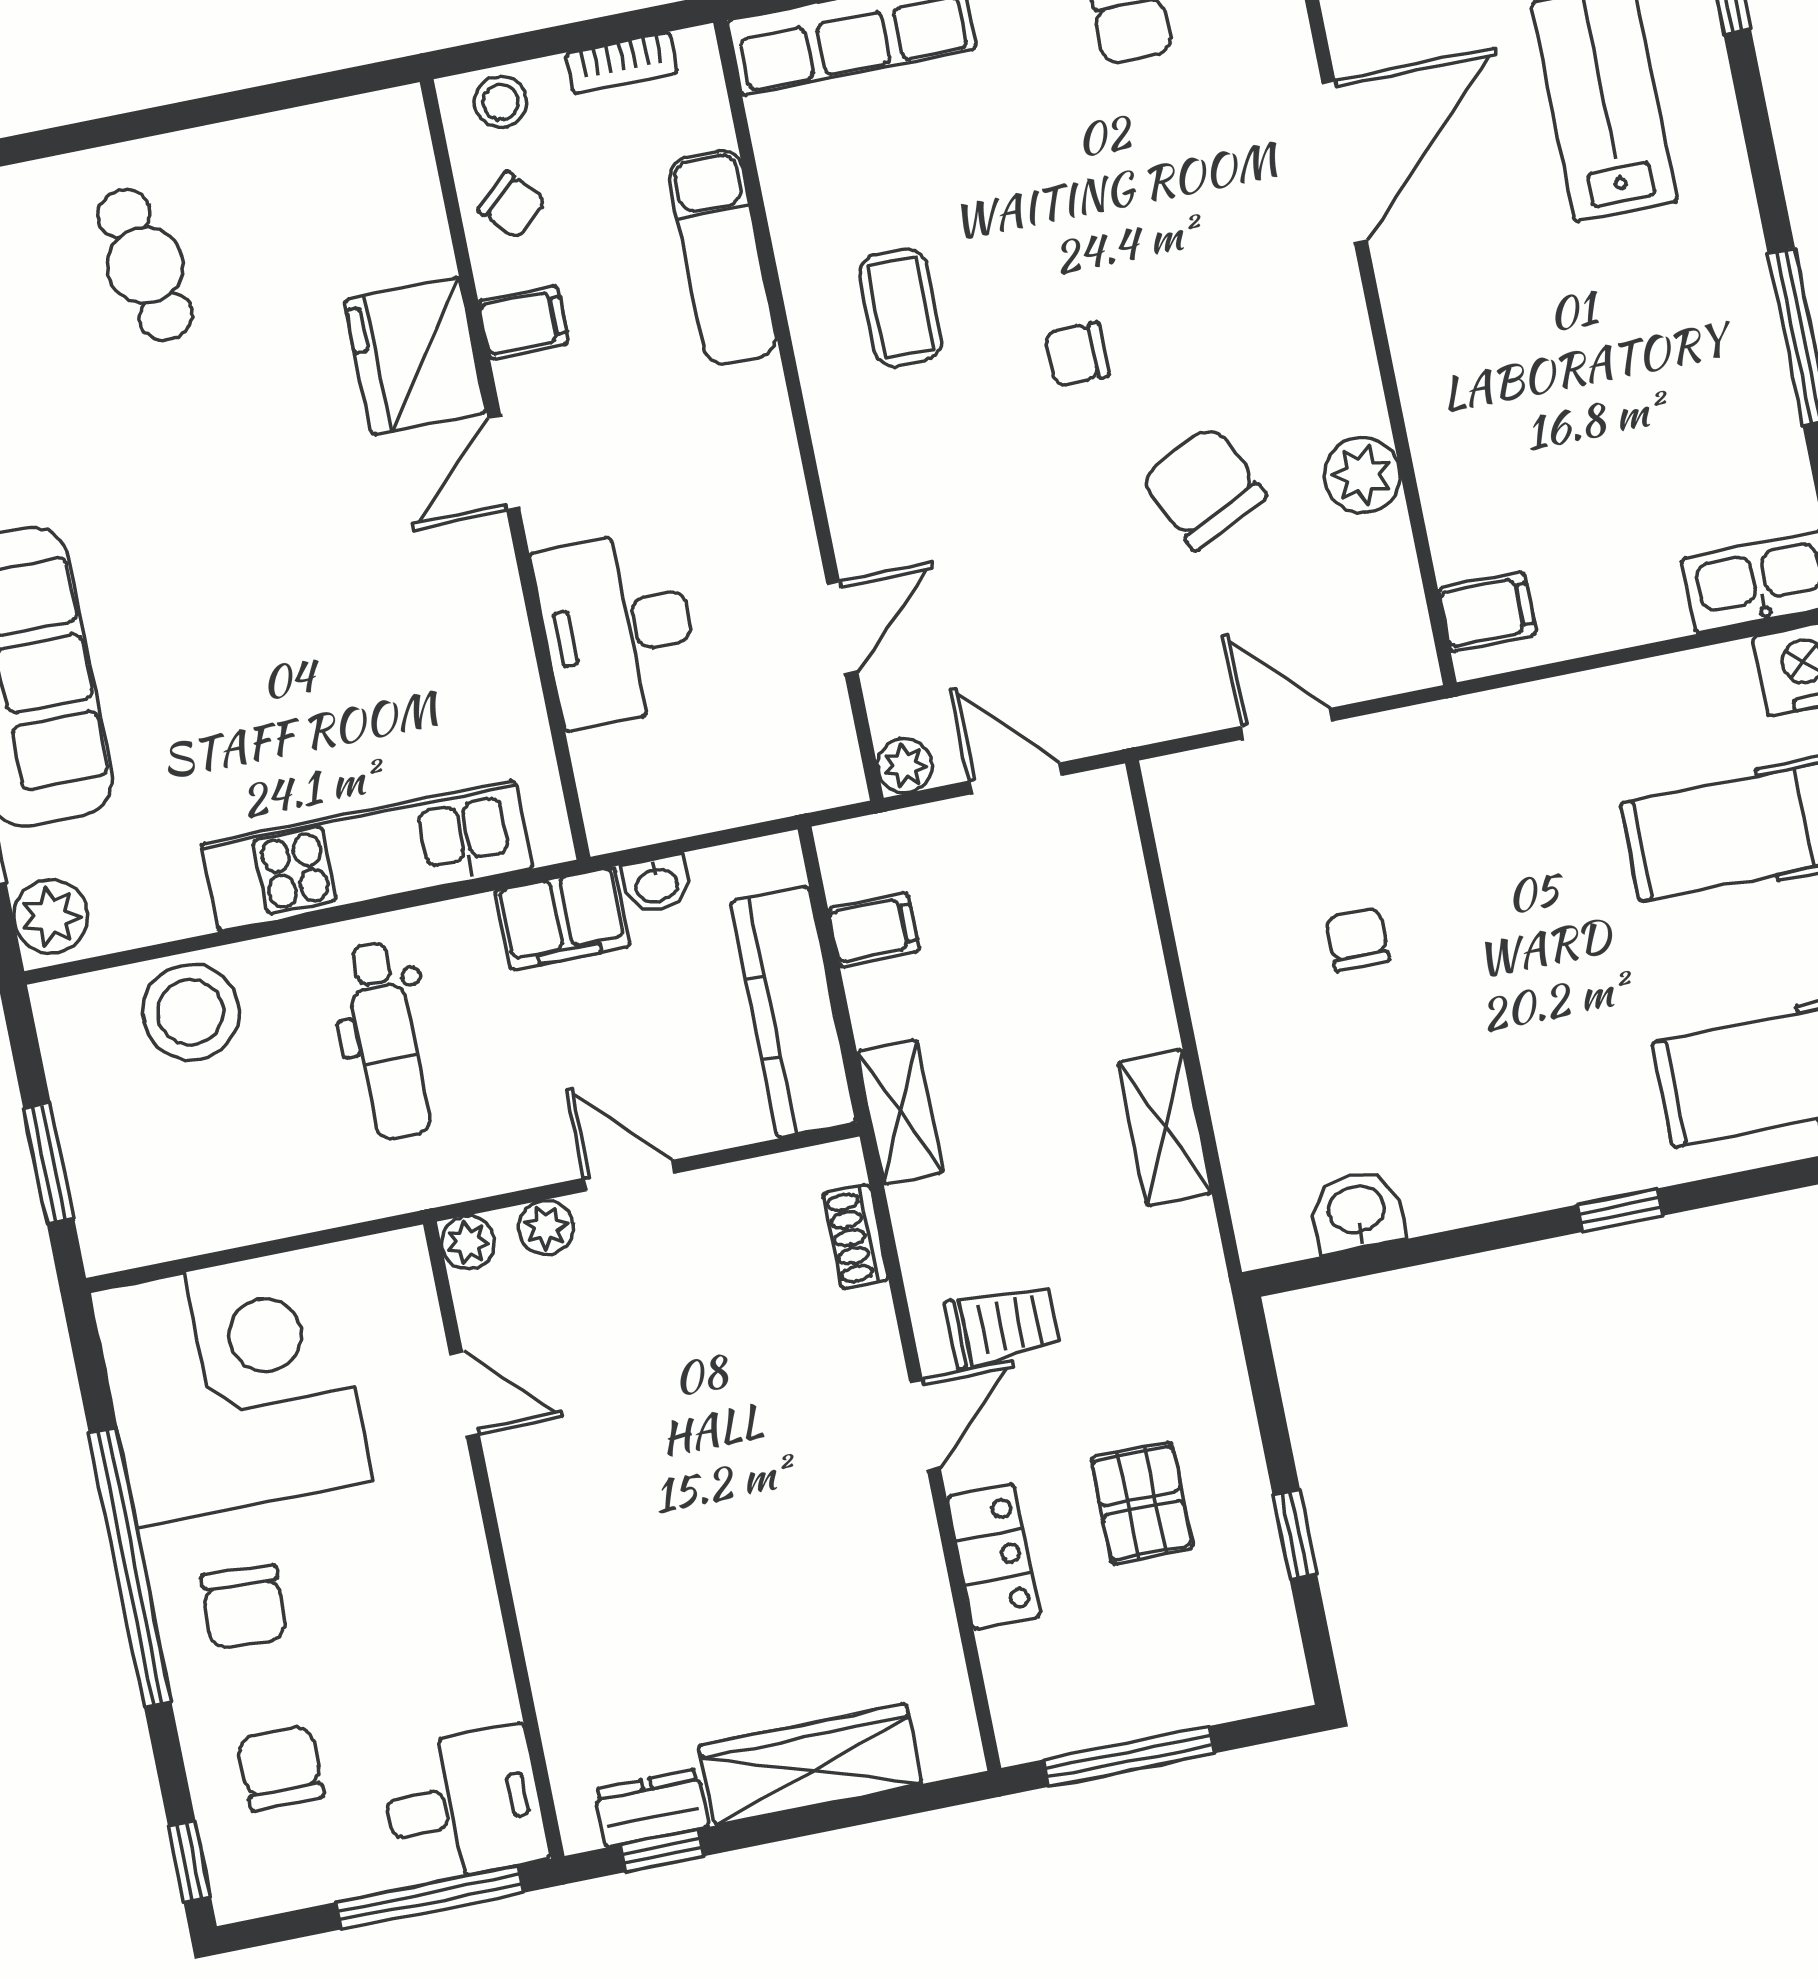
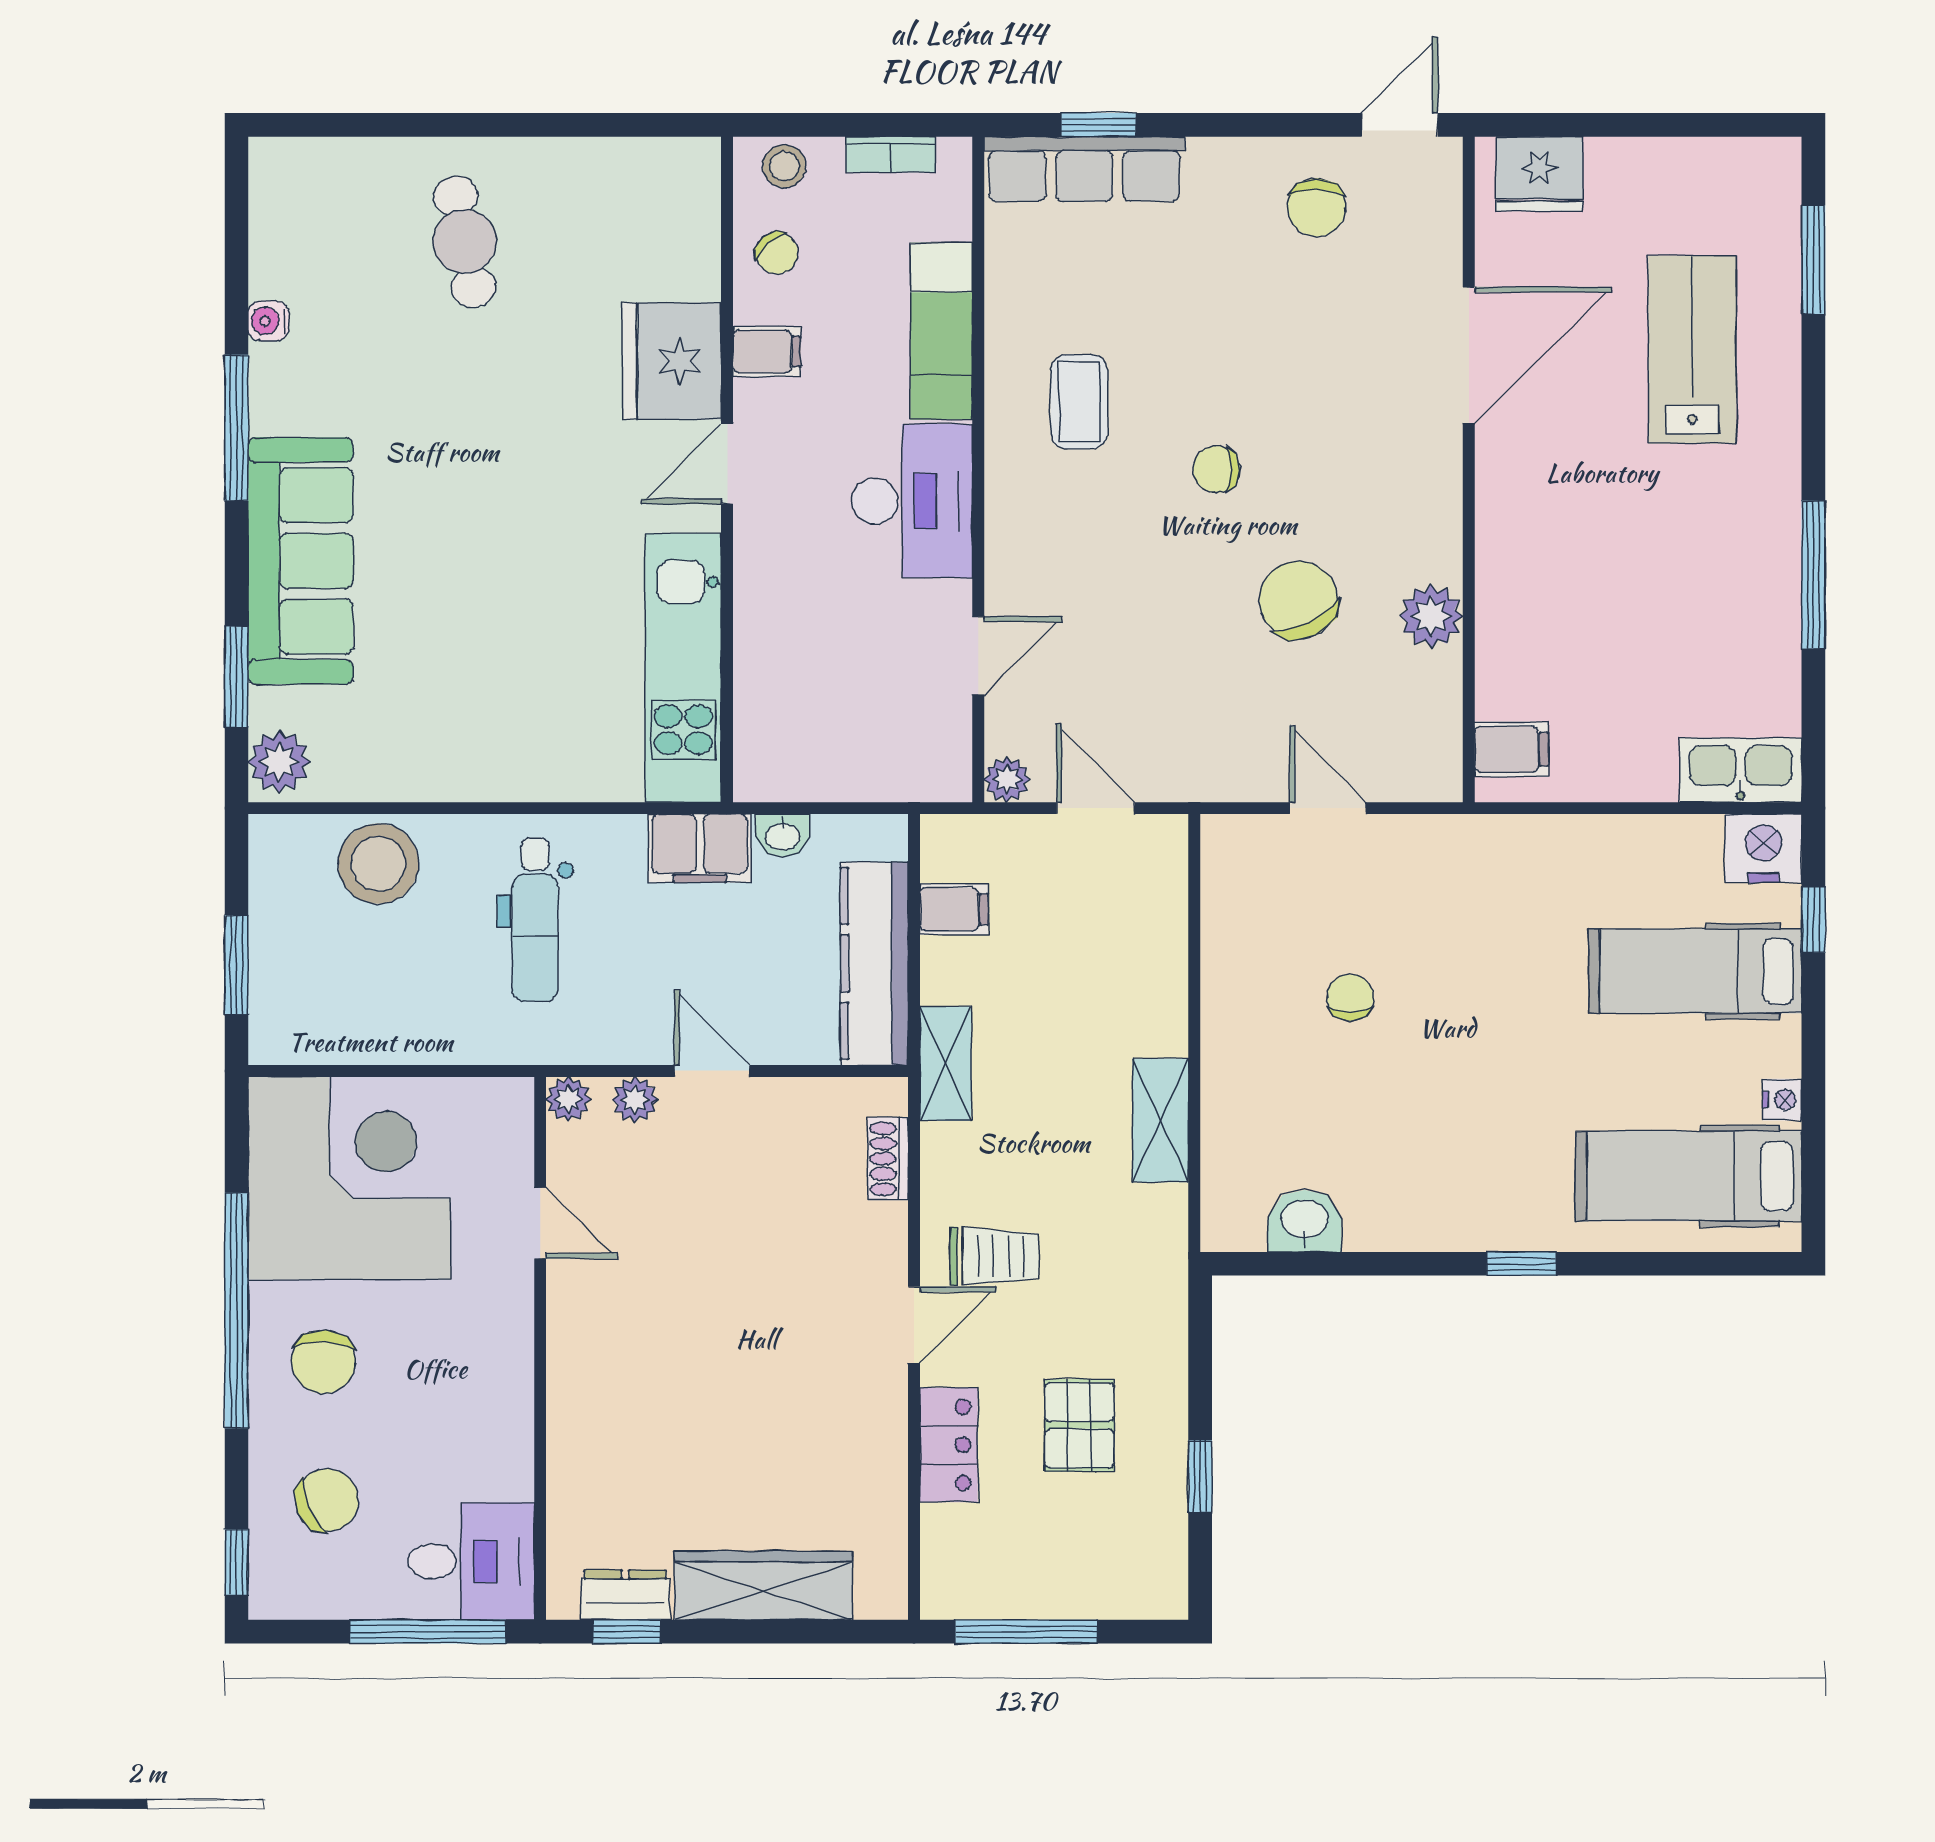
desk: (618, 629) -> (912, 501), moved, turned 180
kitchen unit: (367, 856) -> (683, 668), moved, turned -90
chair: (280, 1768) -> (327, 1500), turned 66

